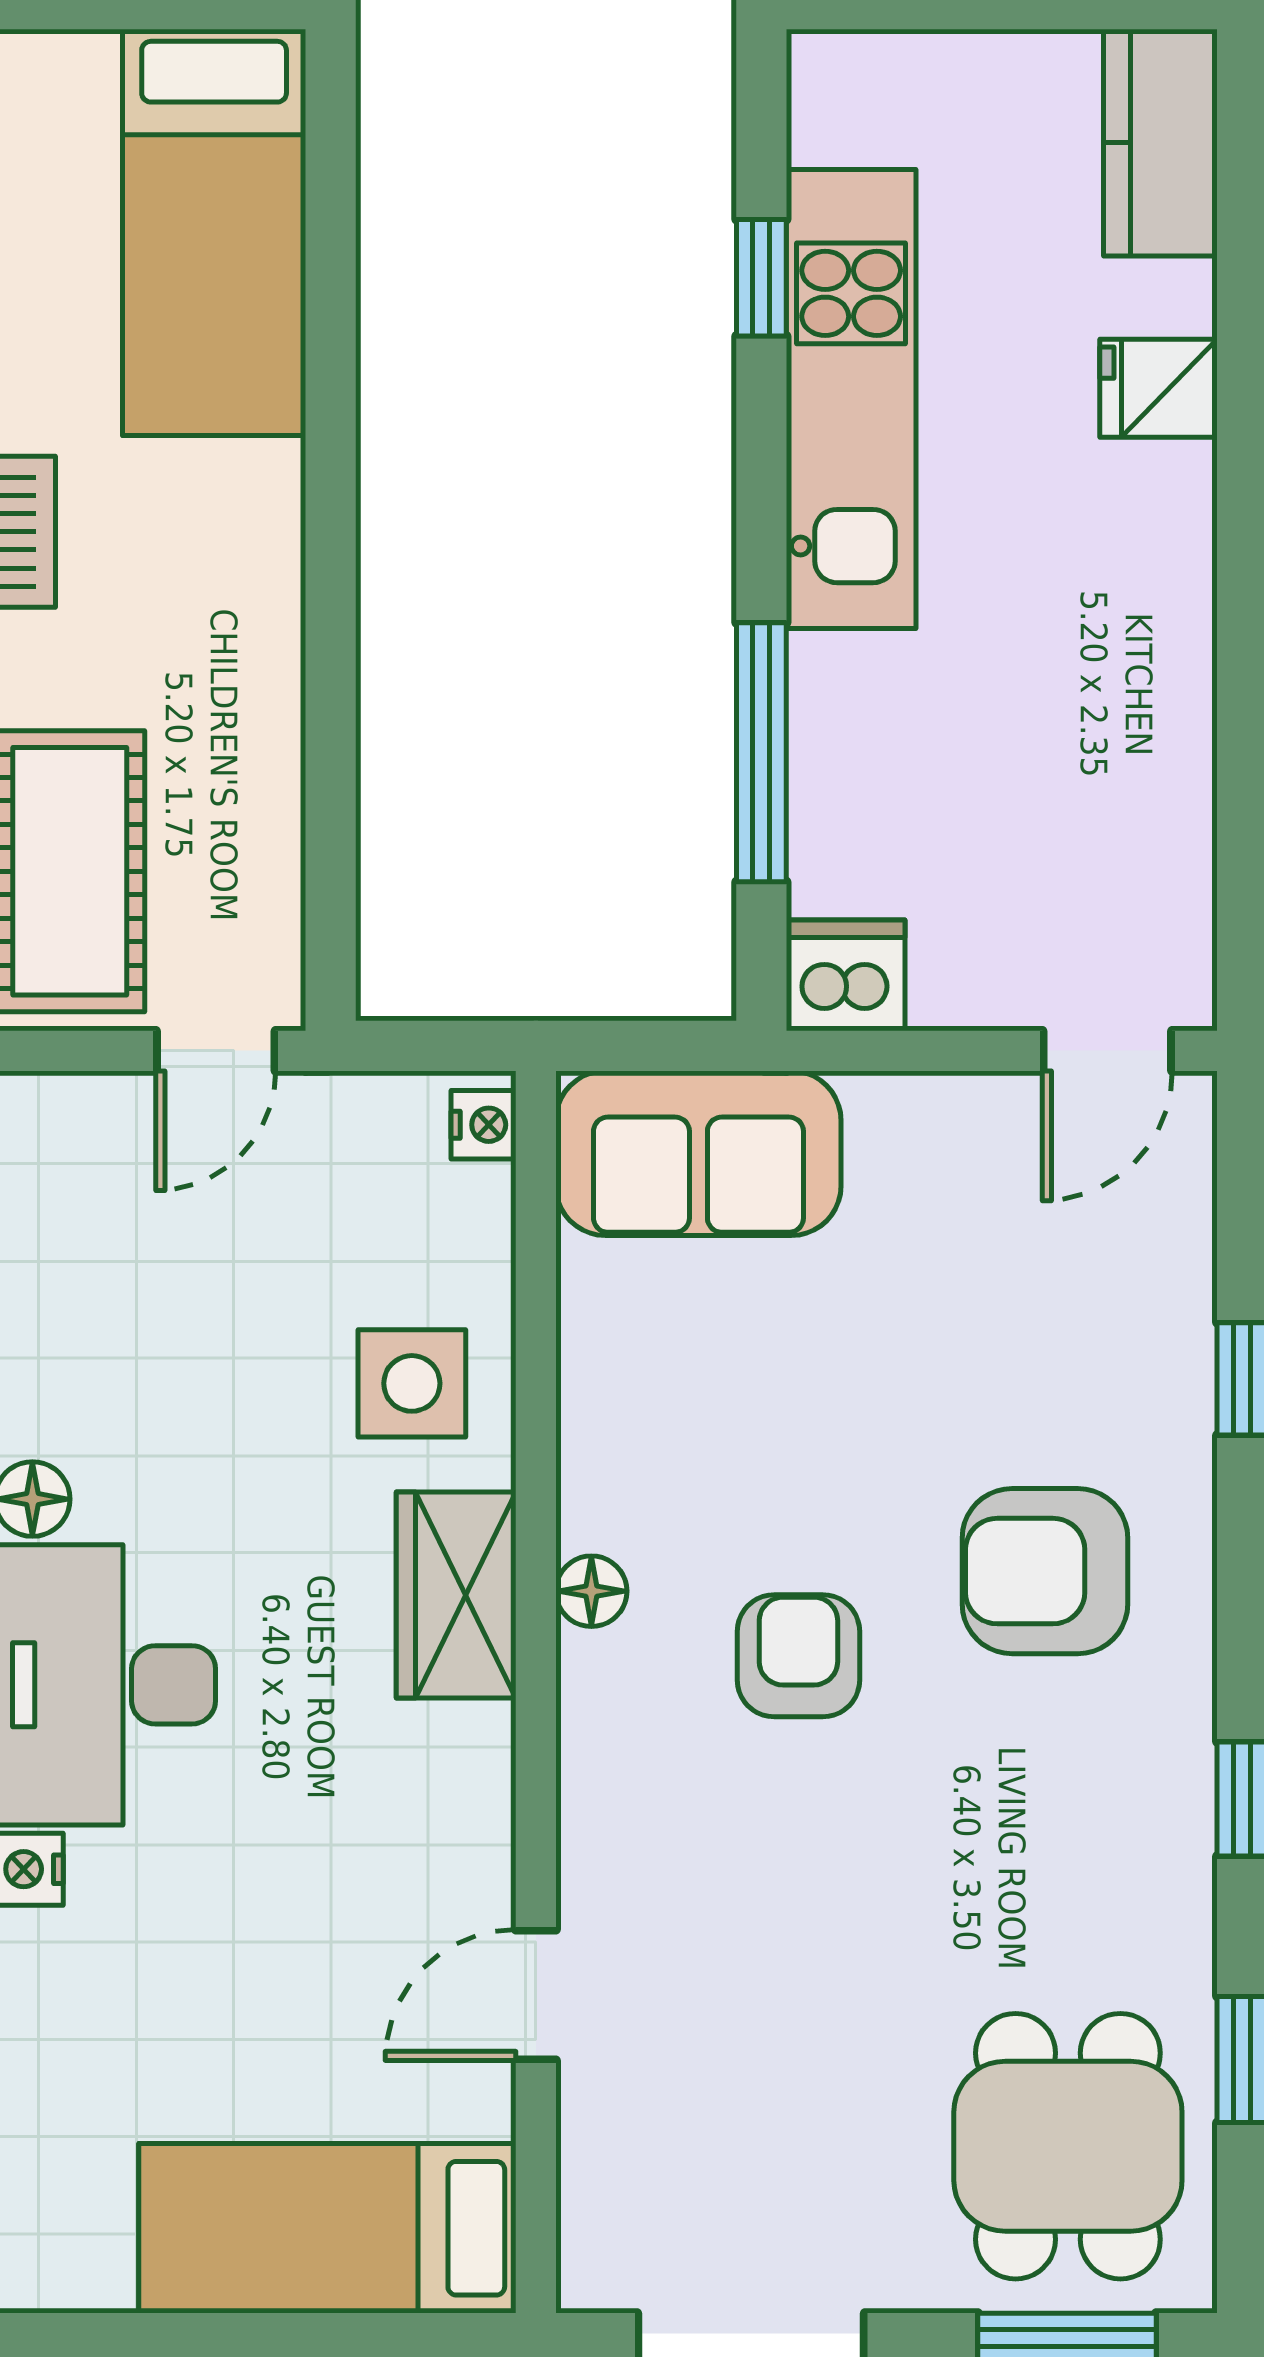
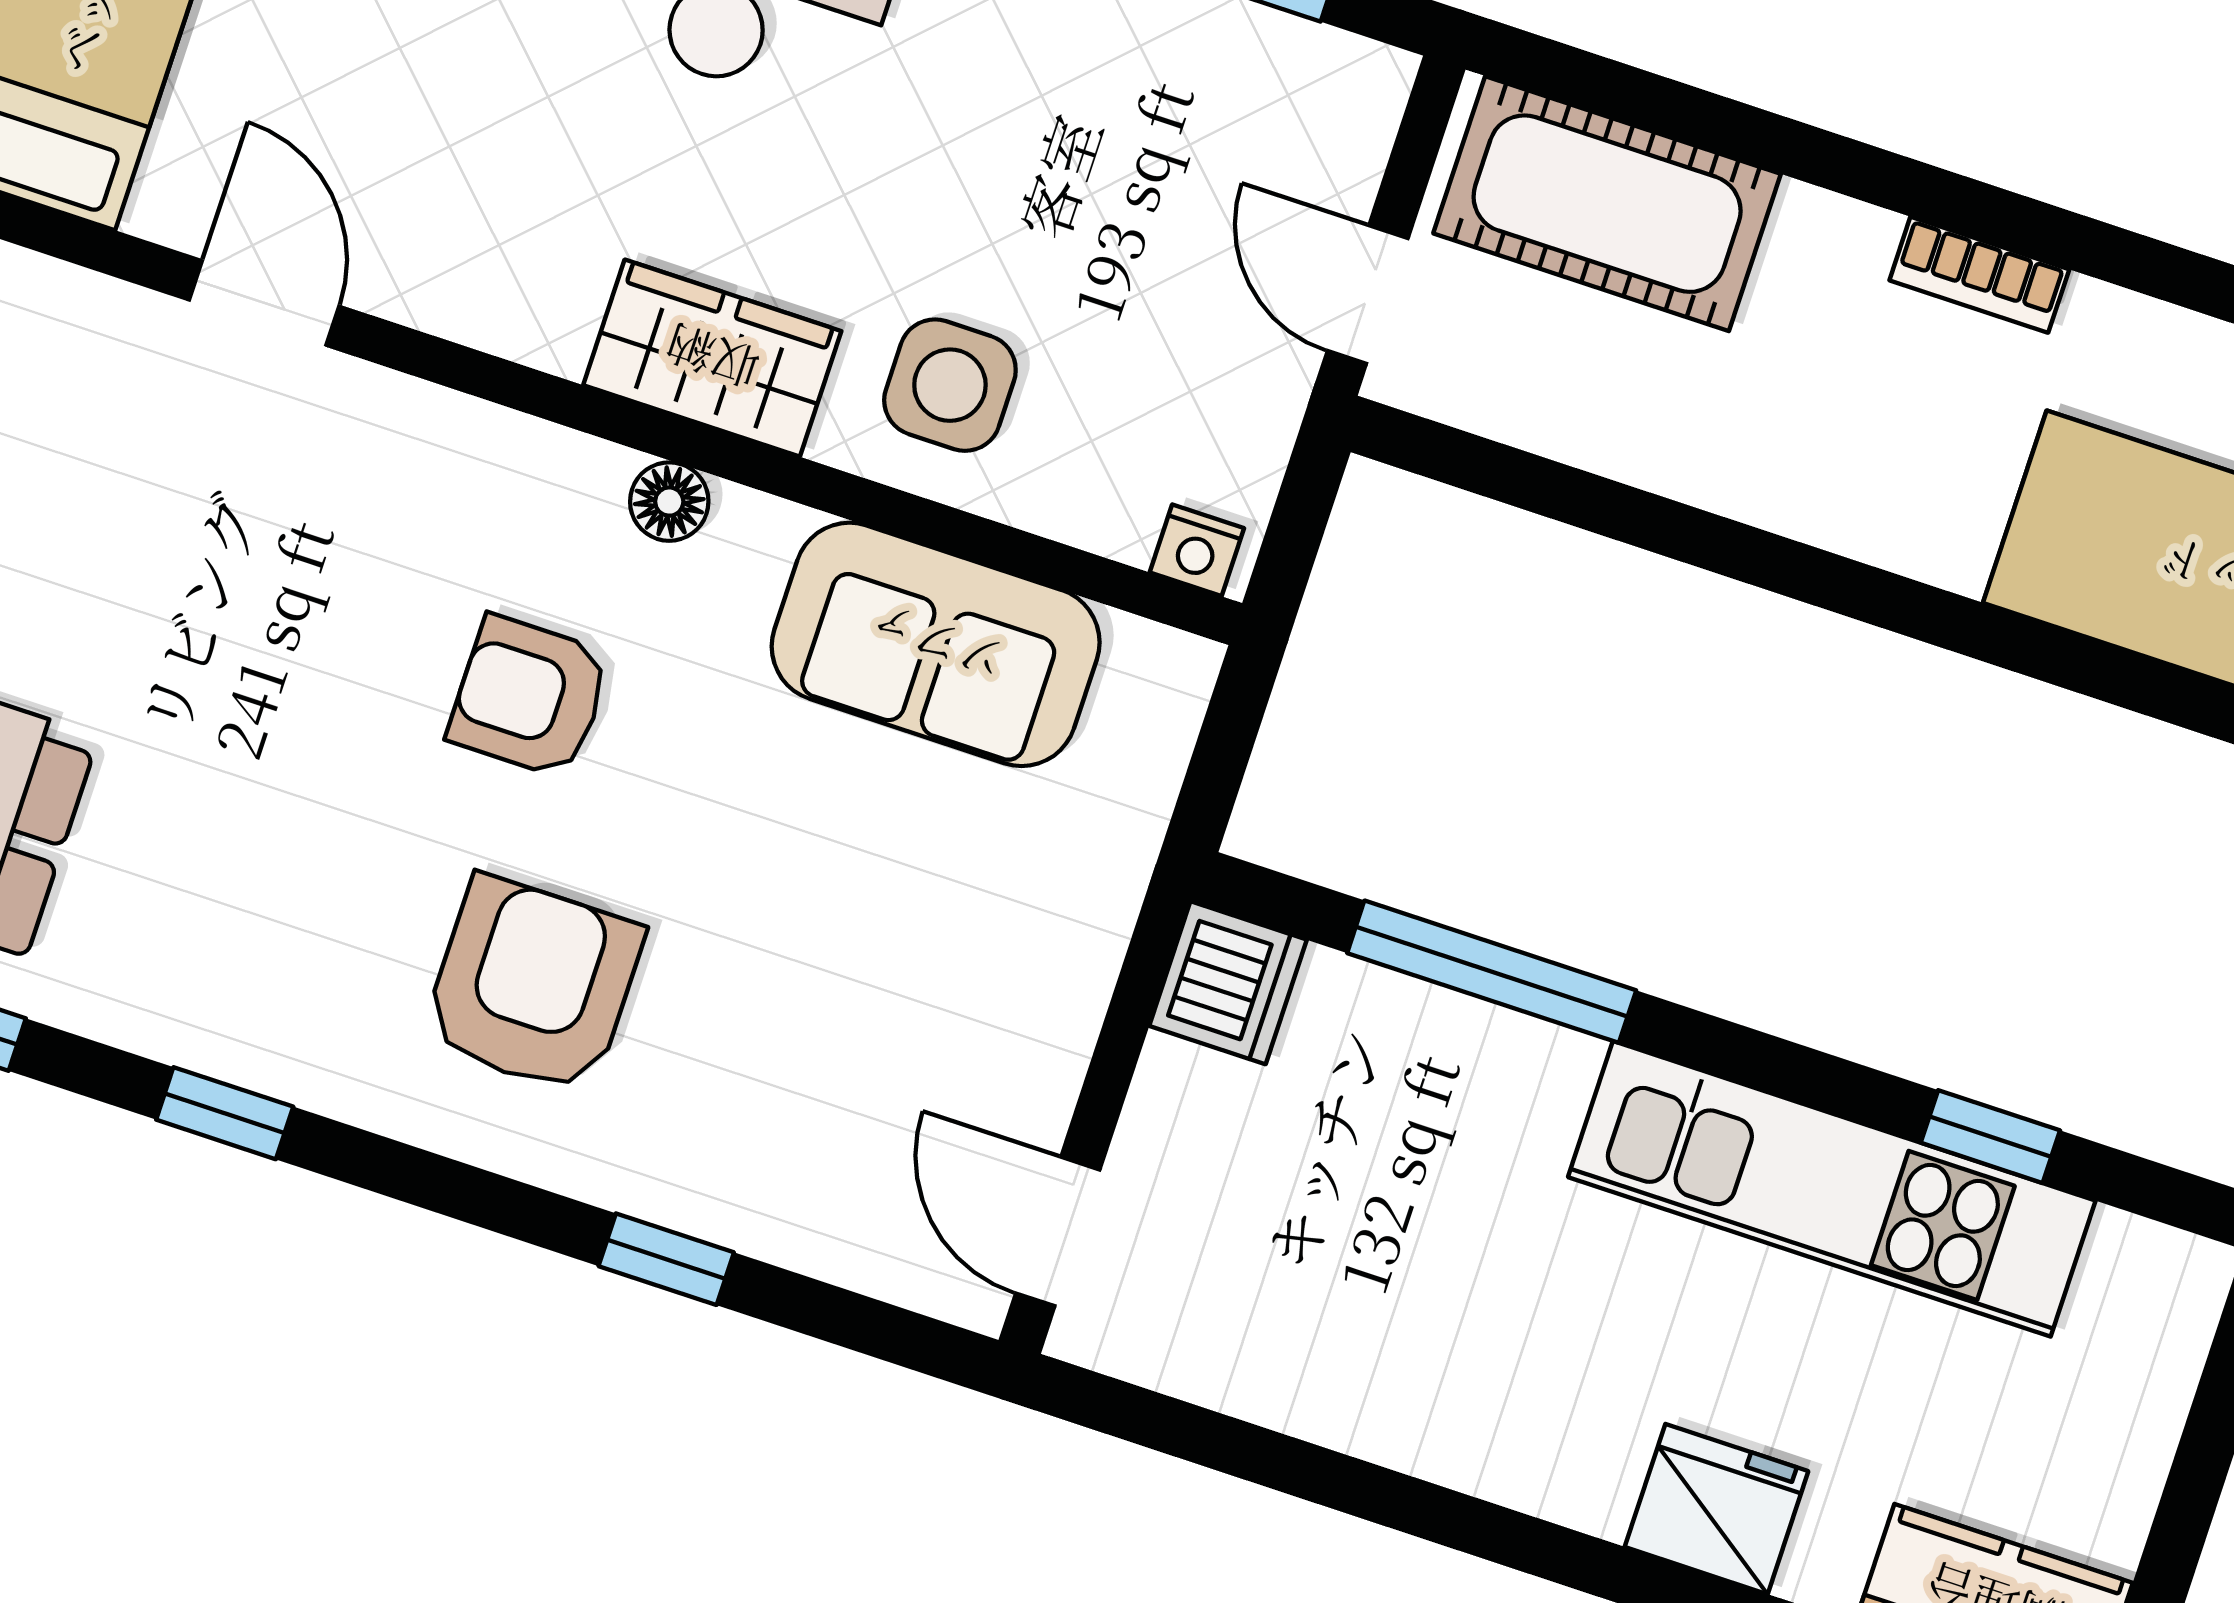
fridge: (1159, 388) -> (1716, 1509), width x1.38
sofa: (698, 1153) -> (936, 644), moved, turned -90
armchair: (798, 1656) -> (529, 697), turned 180

